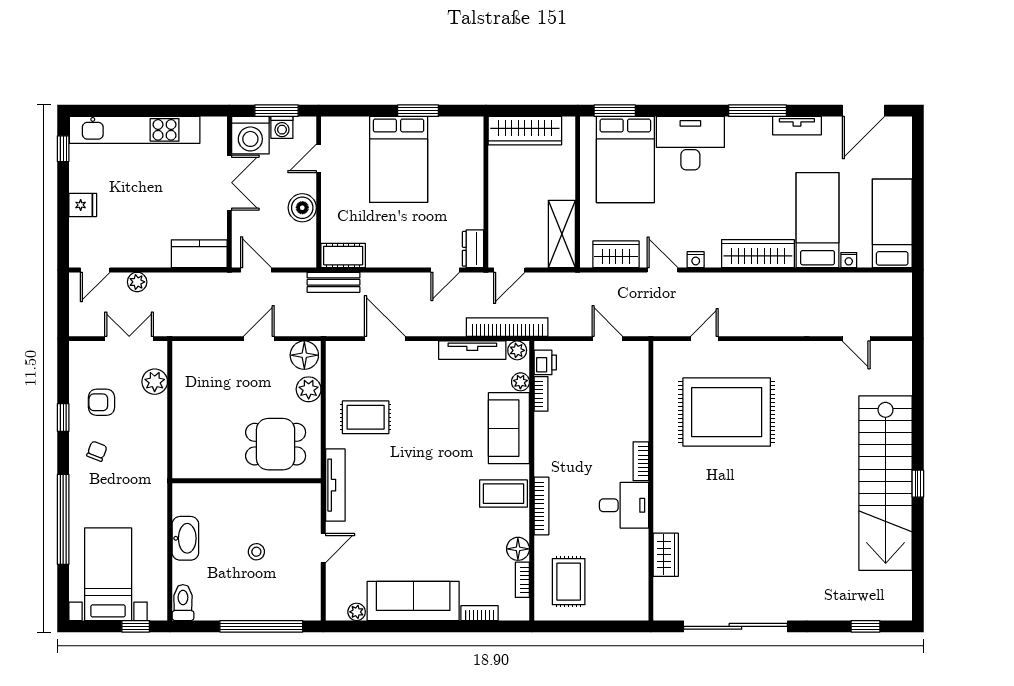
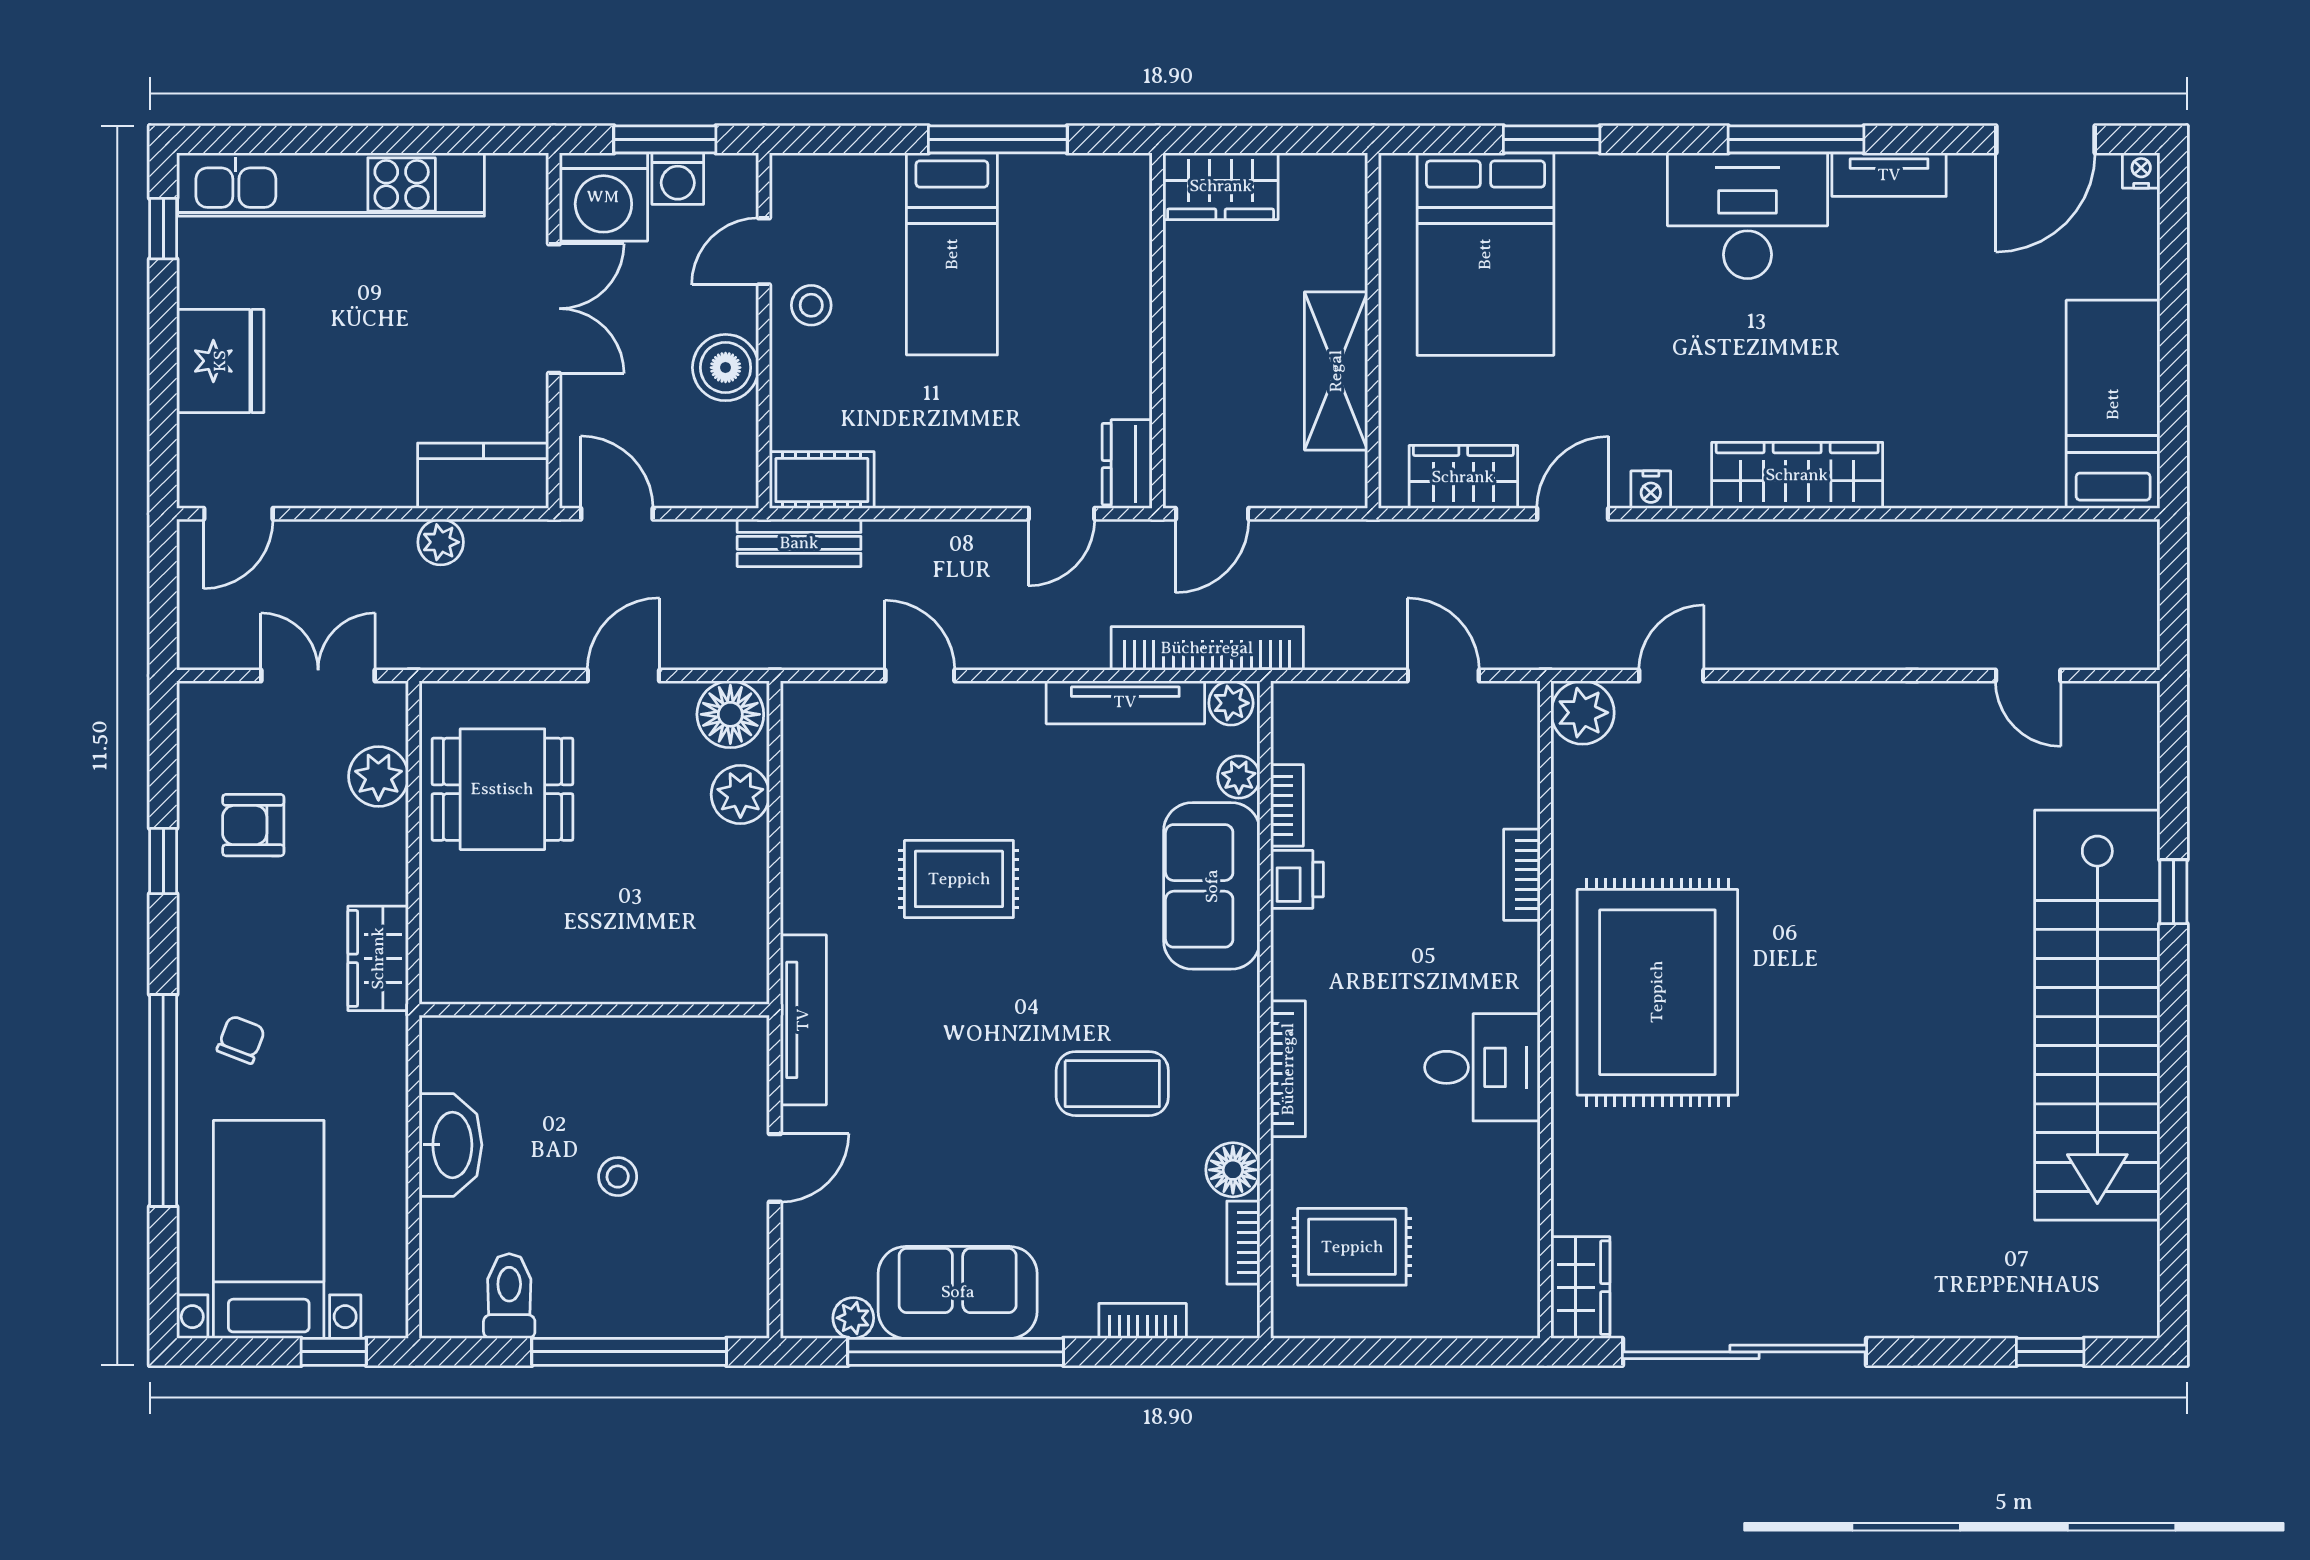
window: (418, 111) -> (998, 139), width x1.44
window: (615, 111) -> (1552, 139), moved
wardrobe: (525, 131) -> (1221, 186), width x0.67
desk: (690, 143) -> (1748, 216), moved
bed: (399, 159) -> (952, 254), width x0.67
stool: (339, 181) -> (811, 305), added
fridge: (83, 205) -> (220, 361), width x1.88, depth x1.34
bed: (818, 220) -> (1937, 397), removed
shelving: (562, 234) -> (1336, 371), moved
nightstand: (849, 260) -> (2141, 170), moved, turned 180
door: (662, 270) -> (1573, 514), hinge flipped
plant: (137, 282) -> (441, 542), moved
door: (385, 339) -> (920, 676), width x0.73
plant: (667, 354) -> (1583, 713), added
printer: (545, 362) -> (1297, 879), moved
rug: (727, 412) -> (1657, 992), moved, turned 90
rug: (366, 417) -> (959, 879), moved
dining table: (276, 444) -> (502, 789), moved
chair: (97, 451) -> (241, 1040), moved
wardrobe: (155, 459) -> (378, 958), added
bookcase: (641, 461) -> (1522, 875), moved
window: (918, 484) -> (2173, 892), moved
coffee table: (503, 494) -> (1112, 1084), moved
wardrobe: (666, 555) -> (1580, 1288), moved
rug: (569, 582) -> (1352, 1247), turned 90
sofa: (413, 601) -> (958, 1292), width x0.73
toilet: (183, 603) -> (509, 1296), moved
window: (400, 626) -> (956, 1352), added

